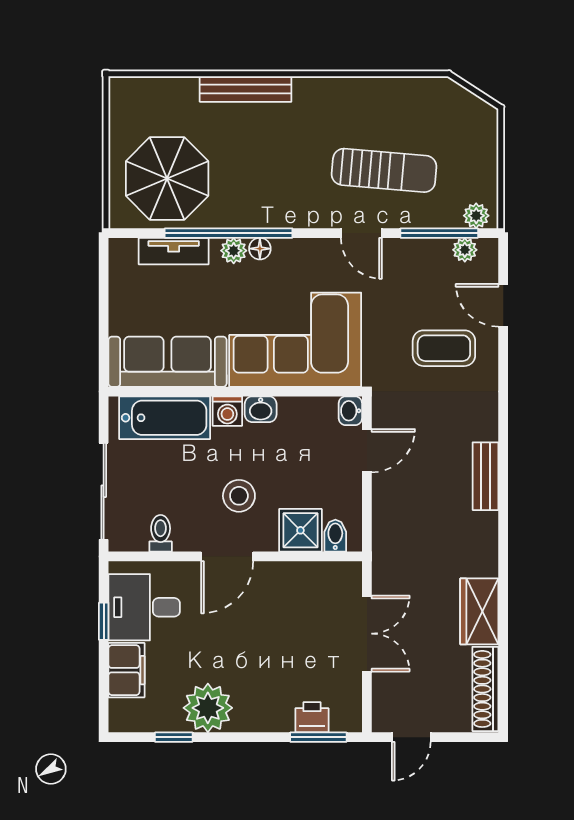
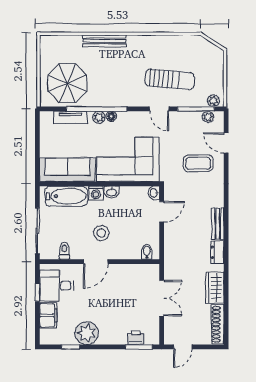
shower: (300, 530) -> (130, 249), removed
dresser: (485, 537) -> (217, 252), added

